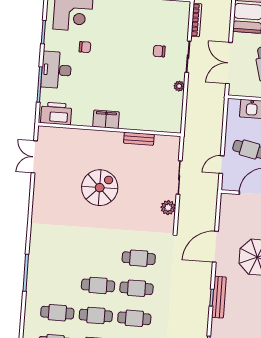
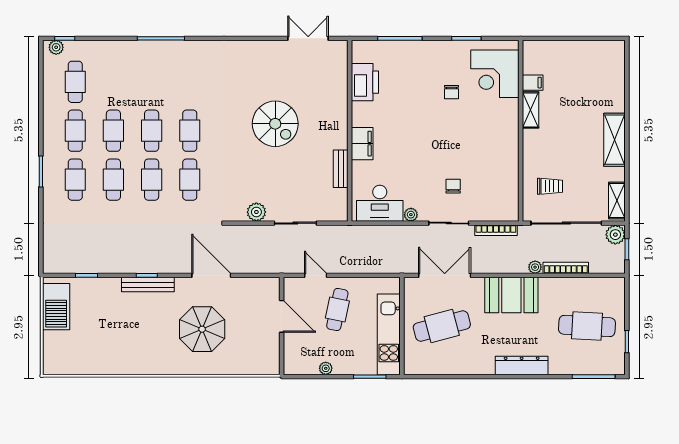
desk: (56, 70) -> (380, 203), moved, turned 180
printer: (56, 113) -> (365, 82), moved
filing cabinet: (106, 119) -> (362, 144), moved
cafe table: (57, 313) -> (190, 131), moved

